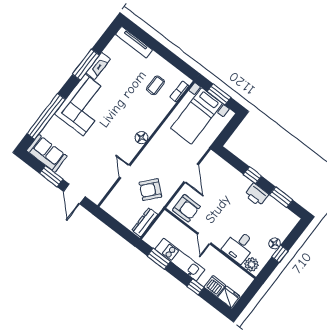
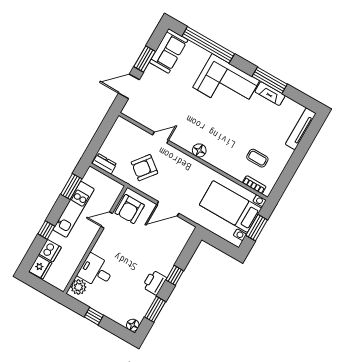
armchair: (150, 190) -> (144, 168), turned -93
dresser: (145, 222) -> (104, 164), width x0.70
door: (204, 239) -> (107, 220), moved
floor lamp: (275, 243) -> (133, 325), moved

